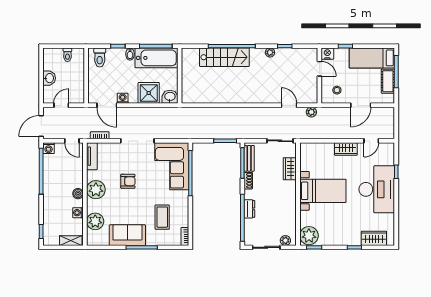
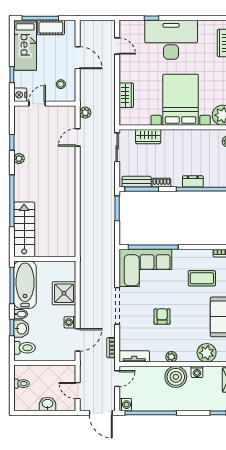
stairs: (224, 57) -> (24, 229), moved
washbasin: (170, 97) -> (21, 329), moved, turned 180
wardrobe: (346, 149) -> (126, 95), moved
plant: (96, 190) -> (171, 357), width x0.53, depth x0.53
bed with nightstands: (323, 191) -> (181, 100), width x1.36
boiler: (78, 194) -> (176, 377), width x1.86, depth x1.86

